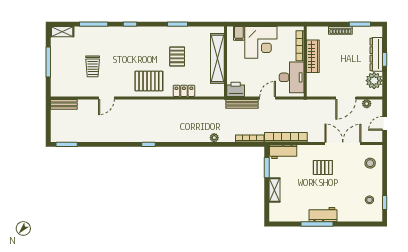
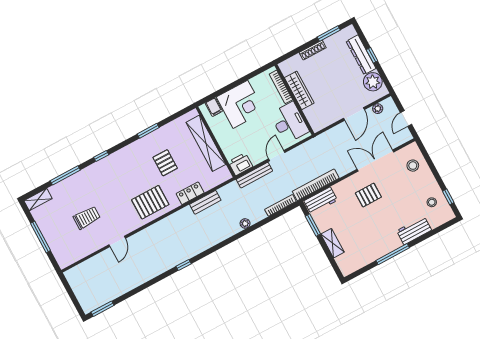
trolley: (93, 66) -> (87, 218), turned -90
bench: (64, 104) -> (205, 202), moved
workbench: (323, 214) -> (414, 230), moved

